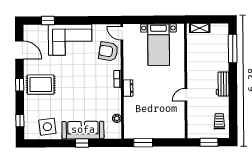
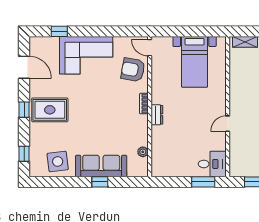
desk: (174, 128) -> (212, 164), added
window: (143, 143) -> (203, 182), moved

